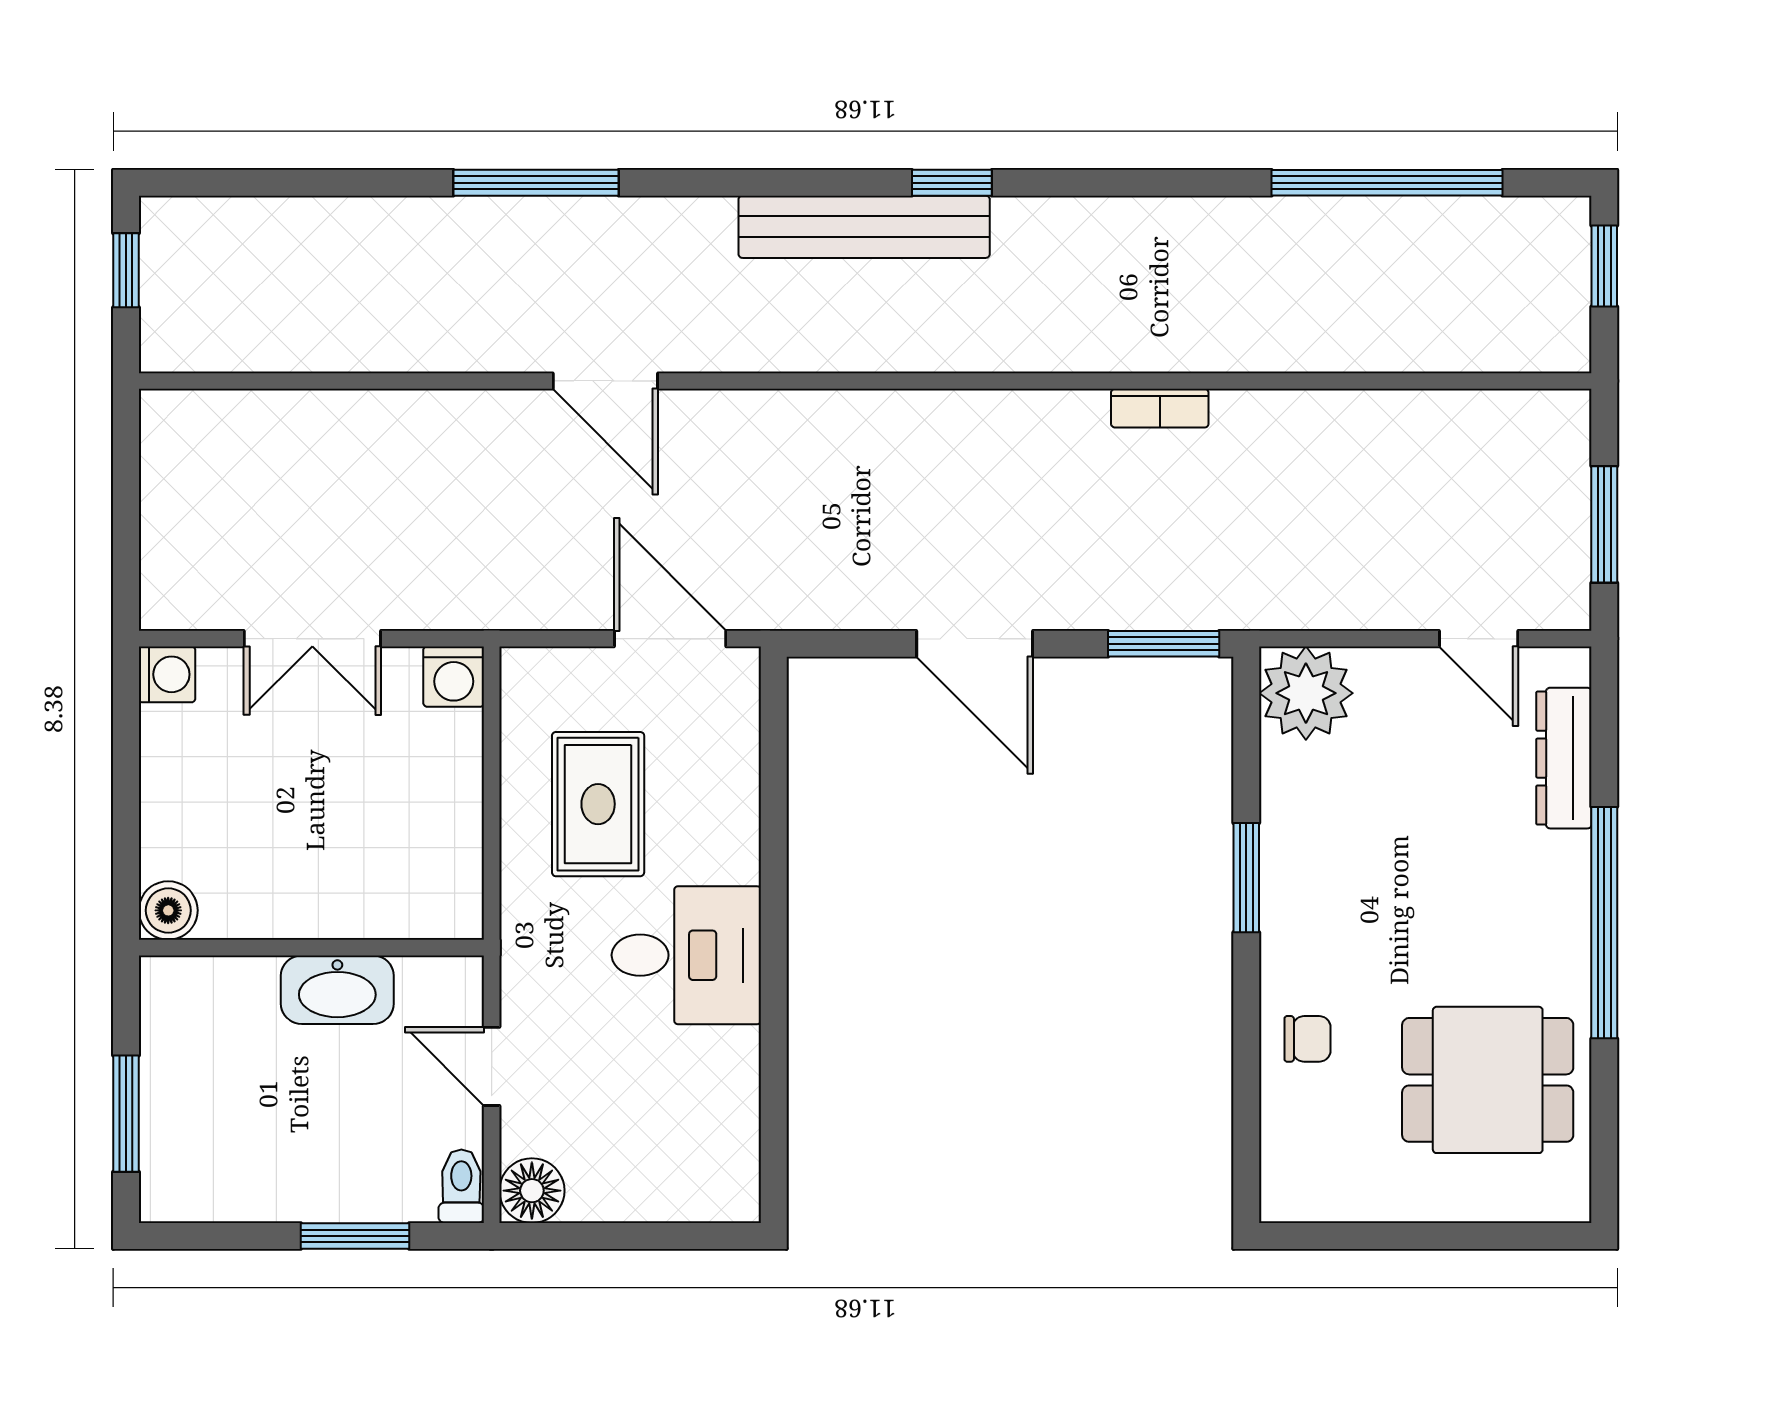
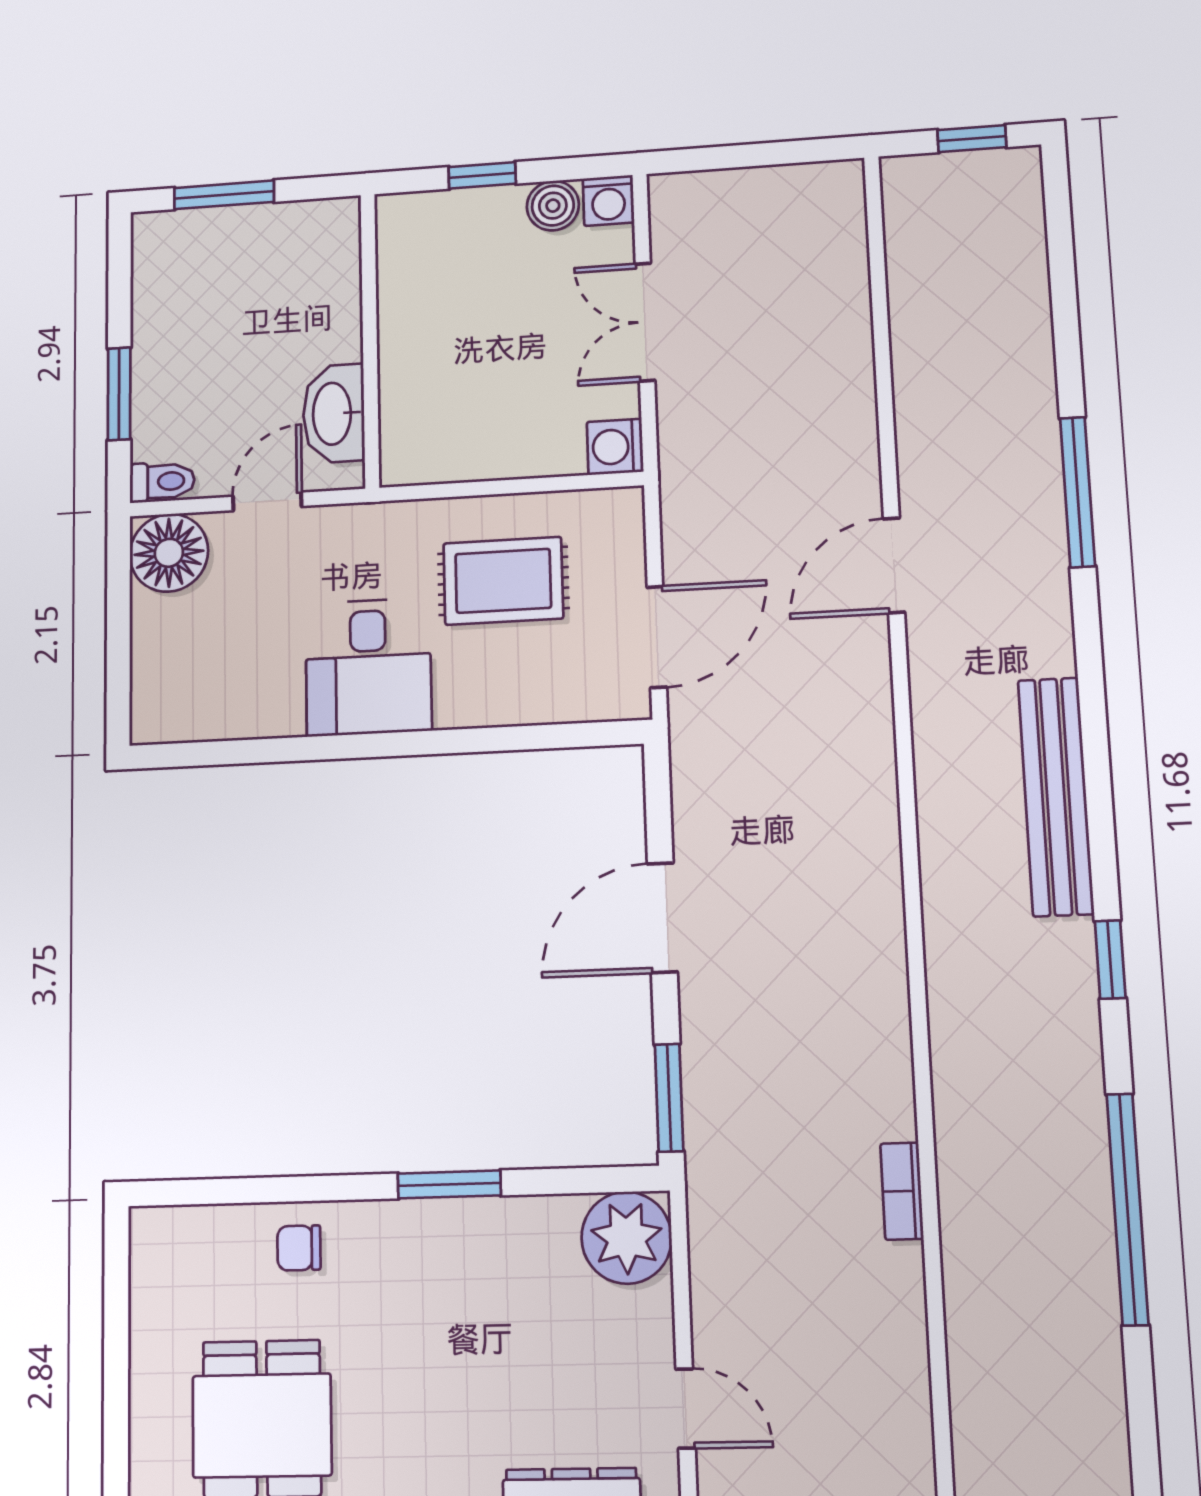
window: (952, 183) -> (1110, 960), moved
window: (1387, 183) -> (1127, 1209), moved
bookcase: (1160, 408) -> (902, 1191), moved
door: (1479, 639) -> (686, 1408), swing flipped
window: (126, 816) -> (482, 175), added
boiler: (168, 910) -> (553, 206), moved
washbasin: (337, 990) -> (334, 414), moved
chair: (1308, 1039) -> (299, 1248), turned 90
floor lamp: (532, 1191) -> (169, 553), width x1.38, depth x1.38

